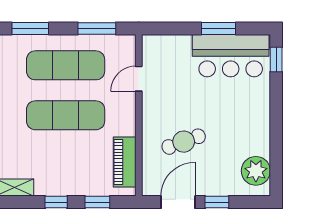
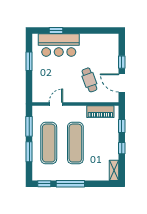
window: (30, 29) -> (29, 152), moved
bar counter: (231, 56) -> (59, 45), moved, turned 90
window: (276, 60) -> (56, 30), moved
door: (139, 79) -> (56, 104), swing flipped
plant: (256, 171) -> (105, 41), removed

